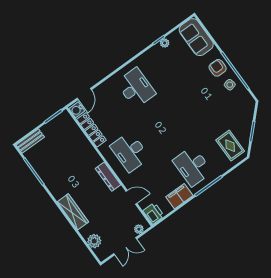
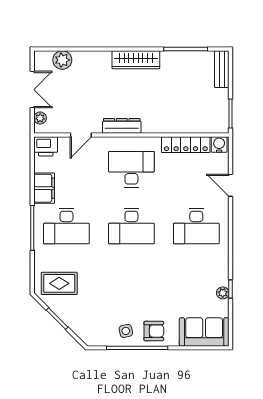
door: (84, 94) -> (230, 185), moved
desk: (164, 127) -> (131, 226), added
desk: (192, 166) -> (66, 226), turned 180
wardrobe: (73, 212) -> (136, 60), moved
double door: (125, 246) -> (32, 90), swing flipped

